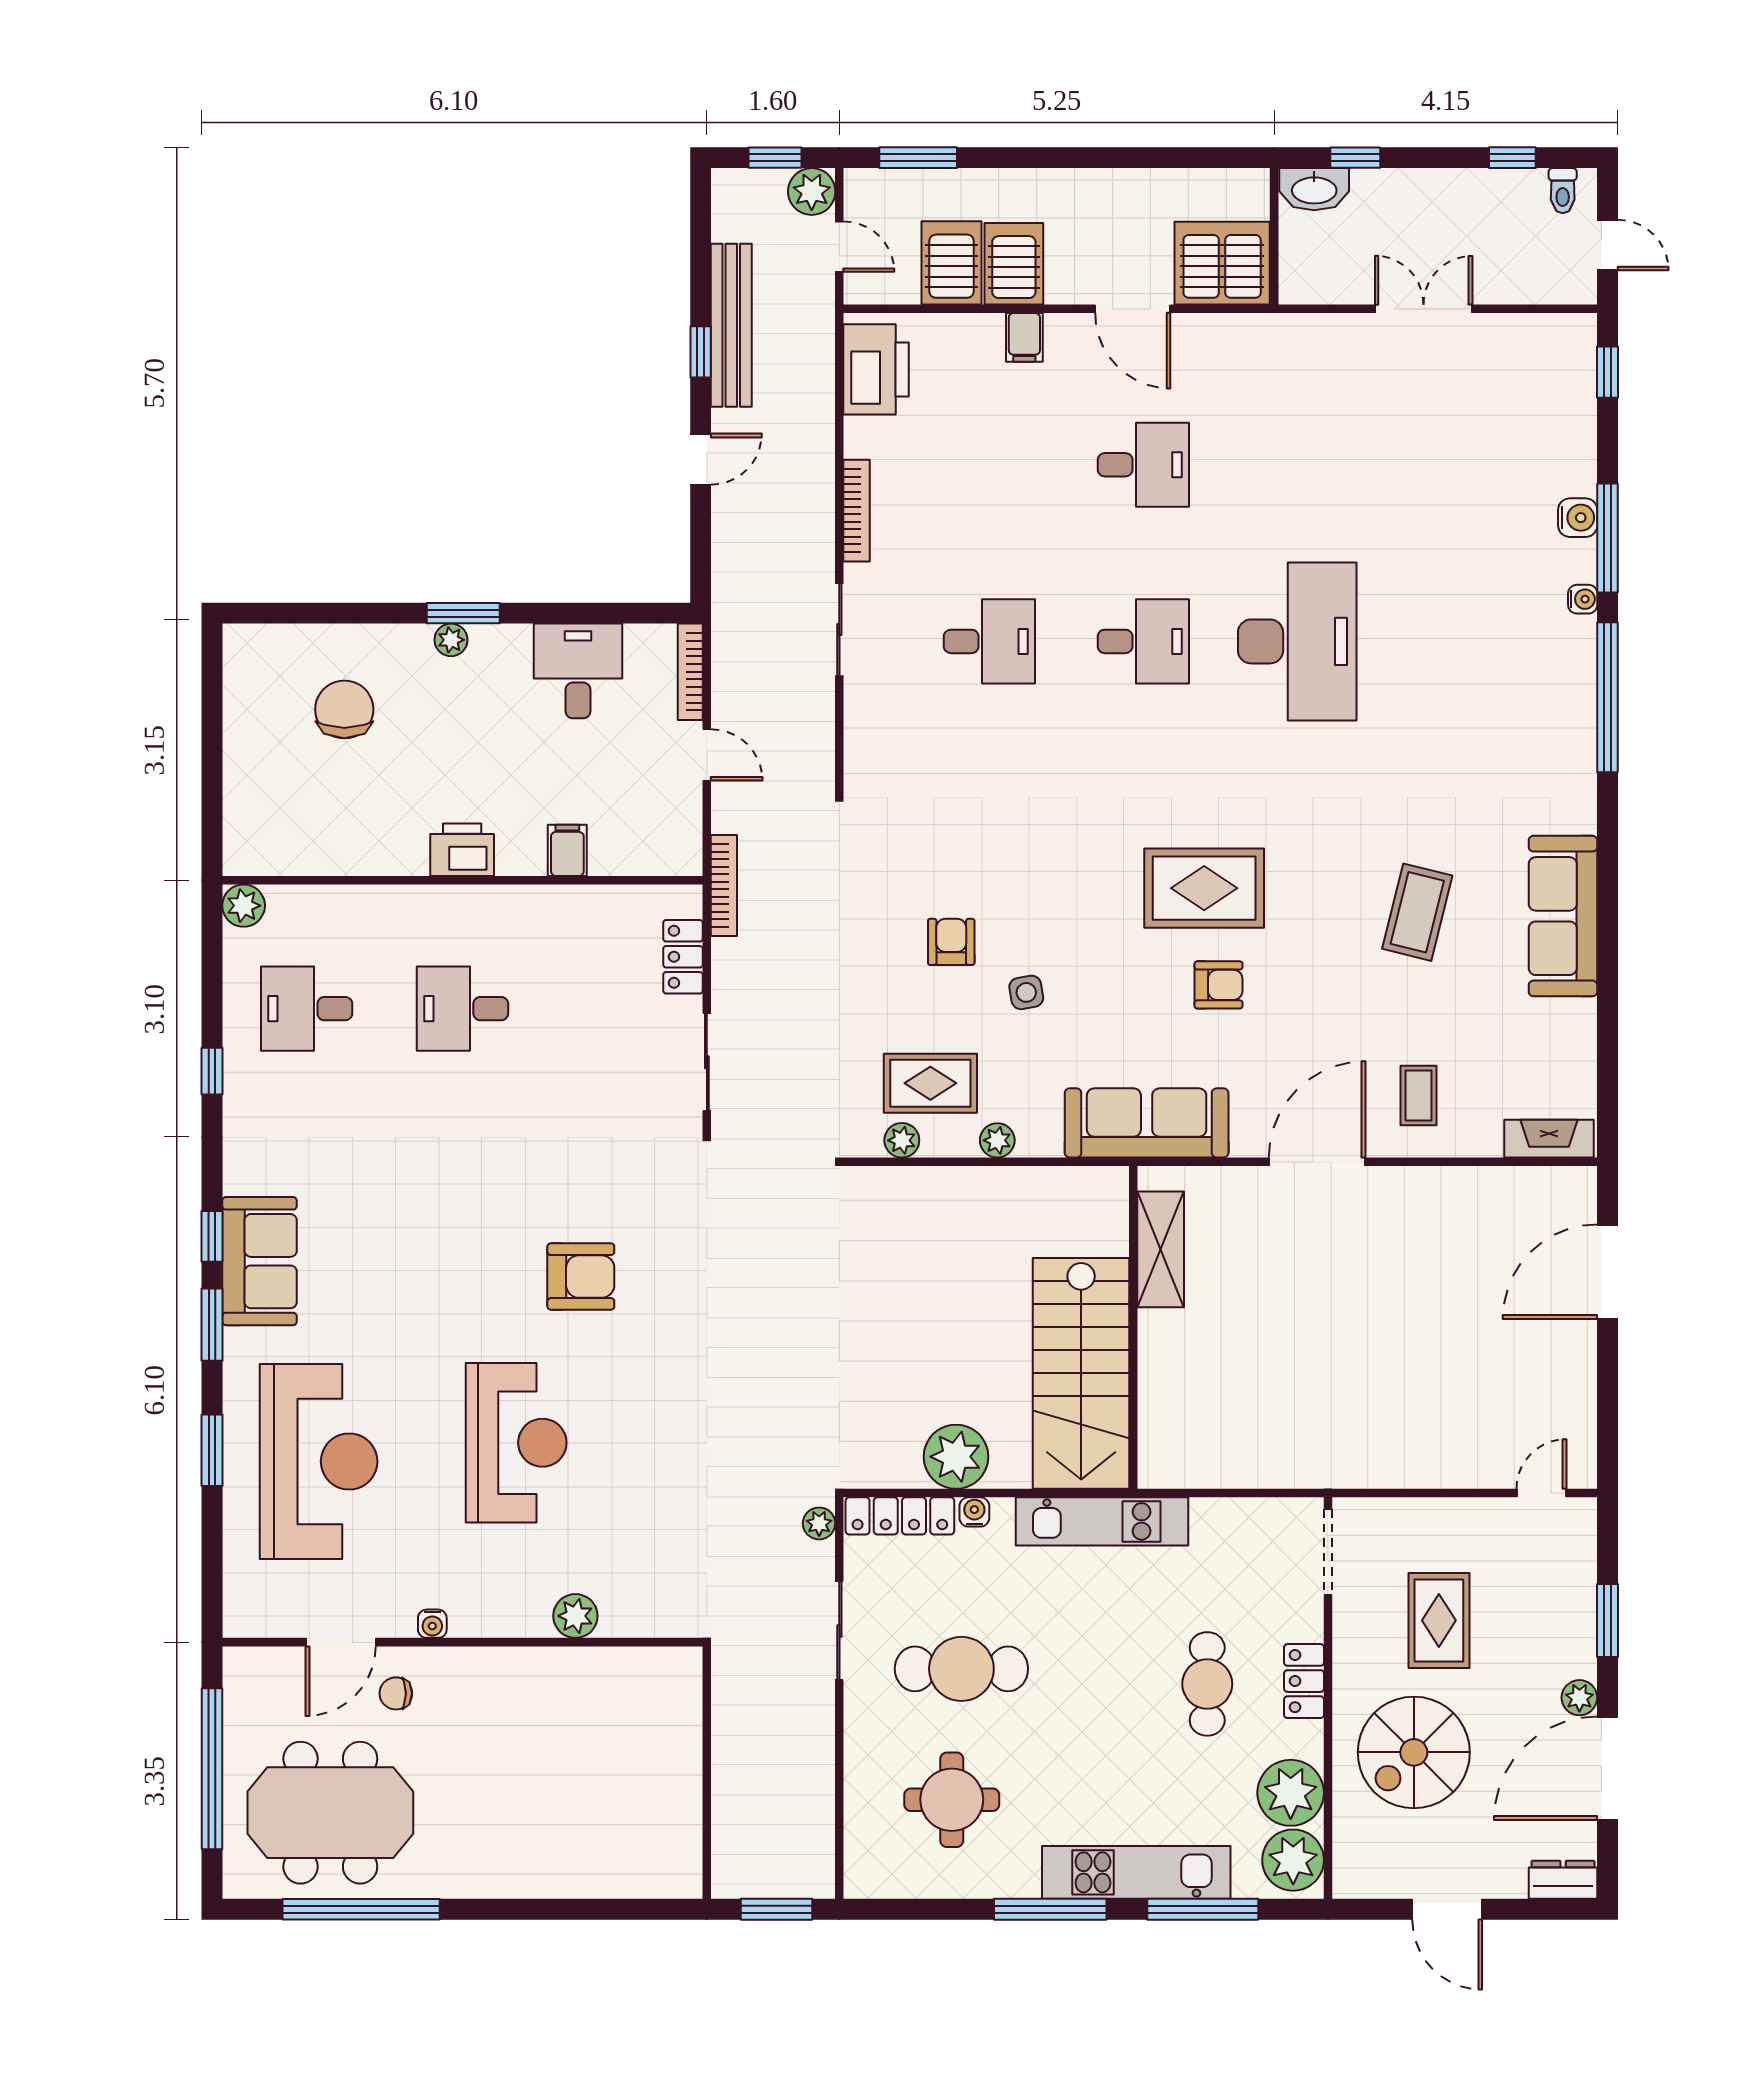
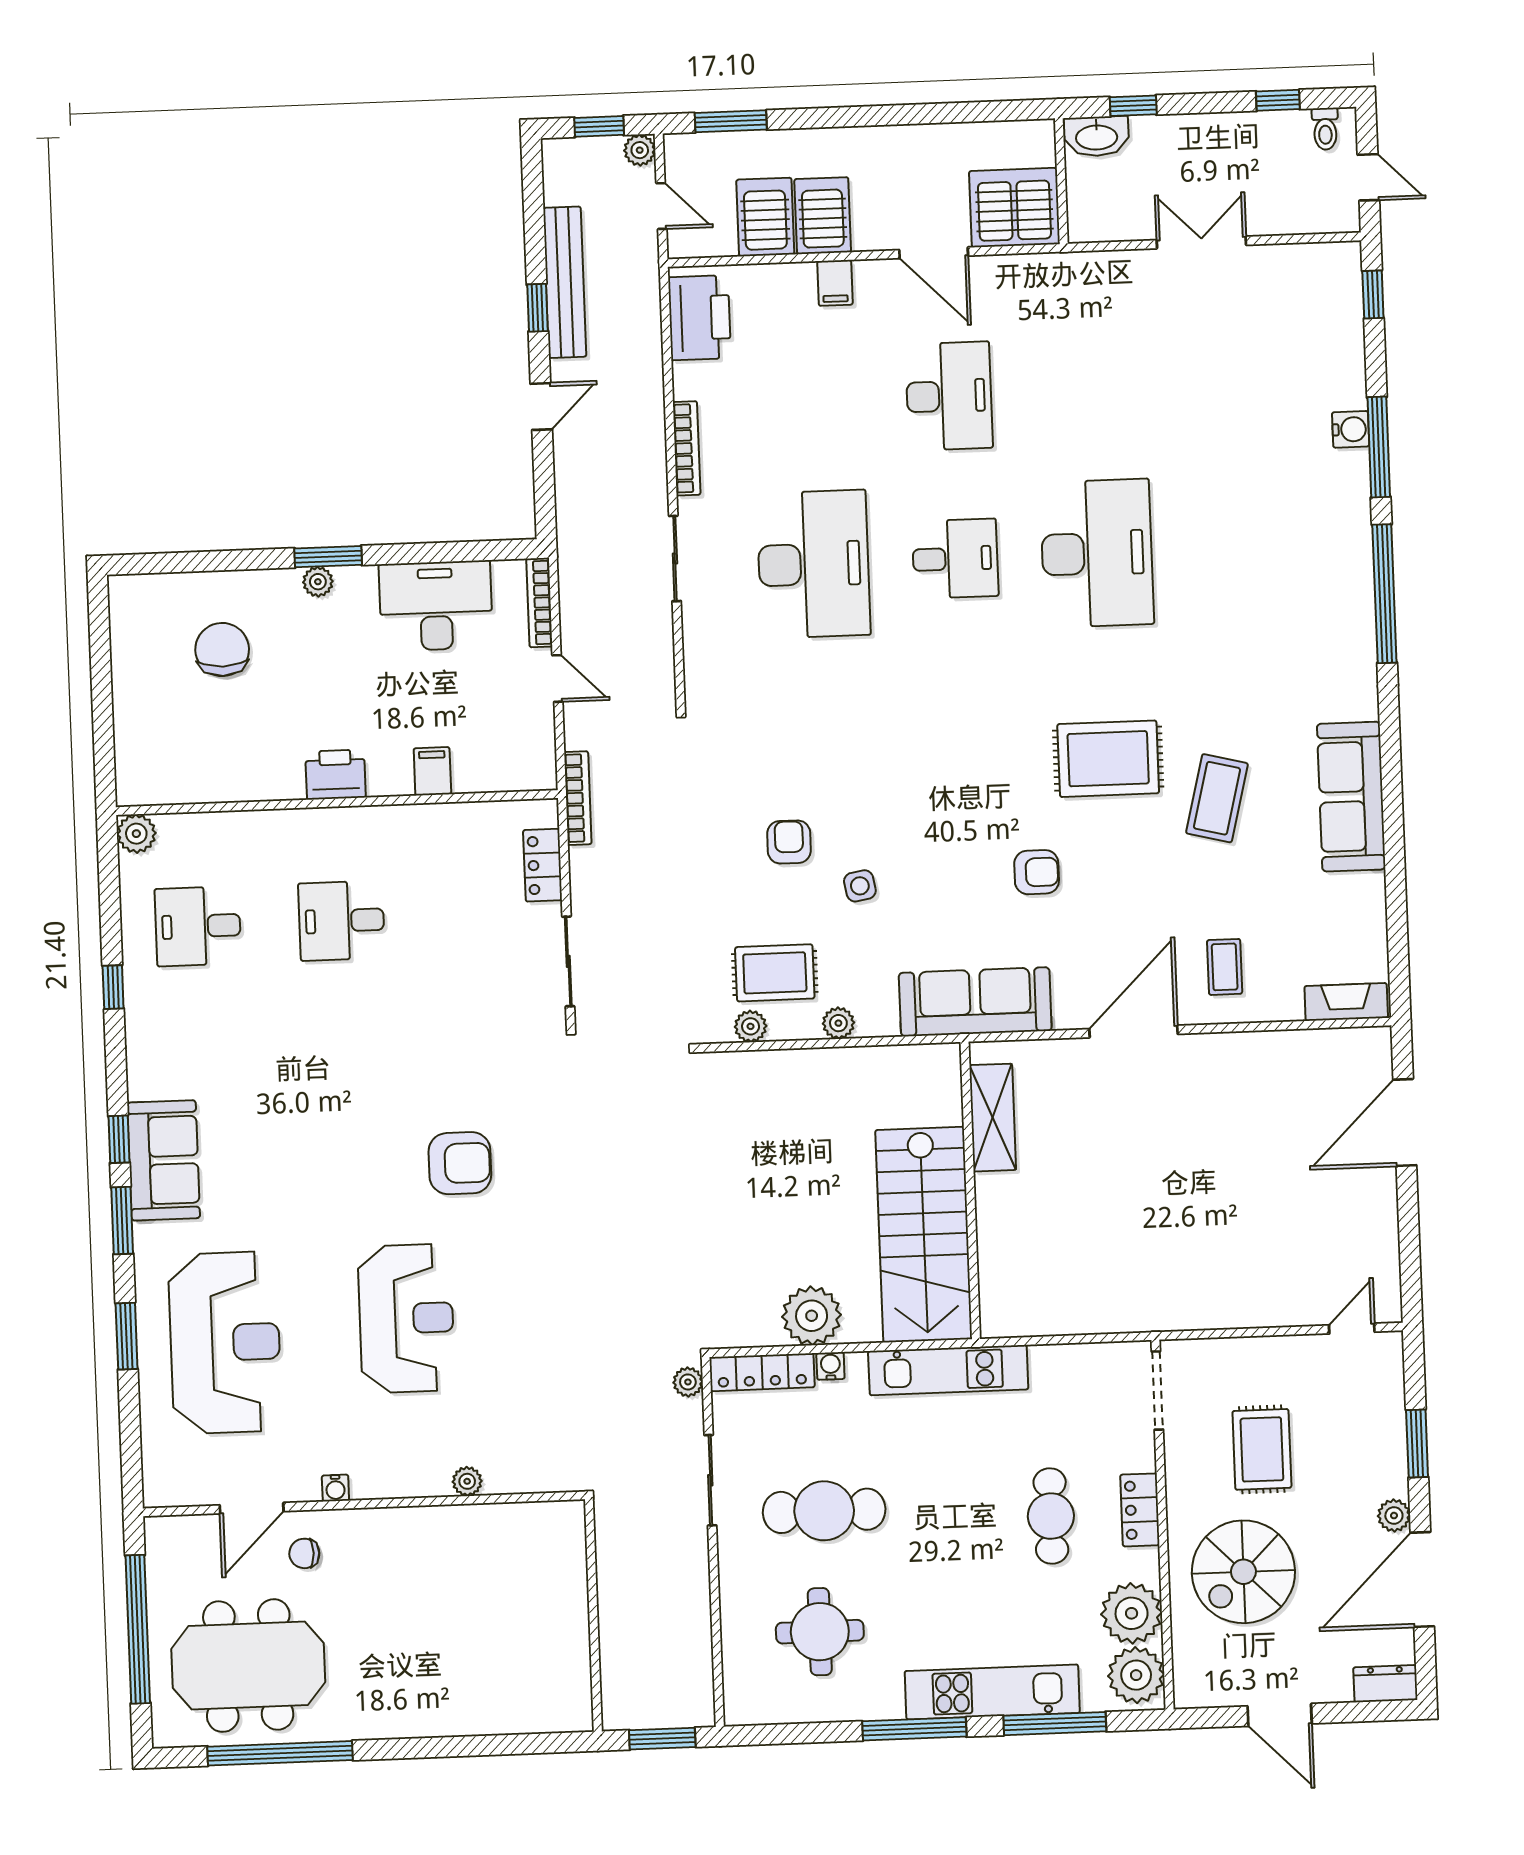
plant: (812, 192) -> (640, 150), width x0.73, depth x0.73
desk: (1143, 465) -> (949, 396), width x1.37
water cooler: (1583, 599) -> (1358, 504), removed
desk: (989, 641) -> (814, 564), width x1.87, depth x1.30
desk: (578, 671) -> (436, 606), width x1.37
rug: (1204, 888) -> (1108, 759), moved
plant: (575, 1616) -> (467, 1481), width x0.73, depth x0.73

